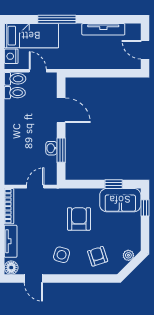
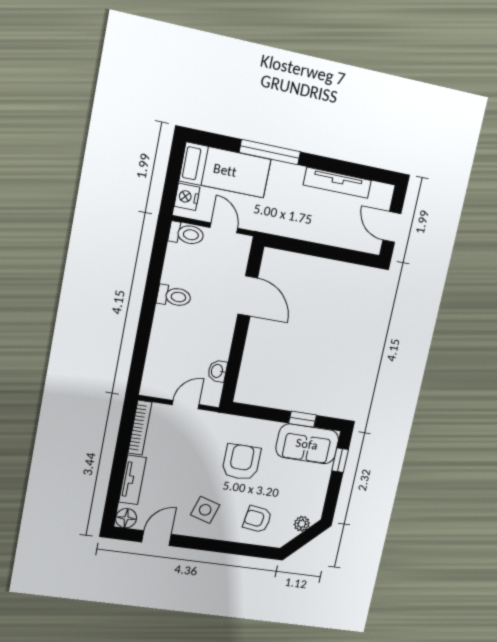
toilet: (15, 93) -> (174, 296), moved
washbasin: (51, 148) -> (217, 371), moved
window: (61, 150) -> (236, 357), removed
armchair: (98, 256) -> (257, 519), turned -64
door: (33, 278) -> (157, 538), swing flipped

